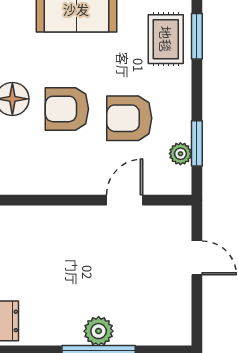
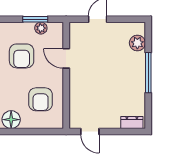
armchair: (67, 109) -> (41, 99), moved
plant: (99, 331) -> (137, 43), moved

